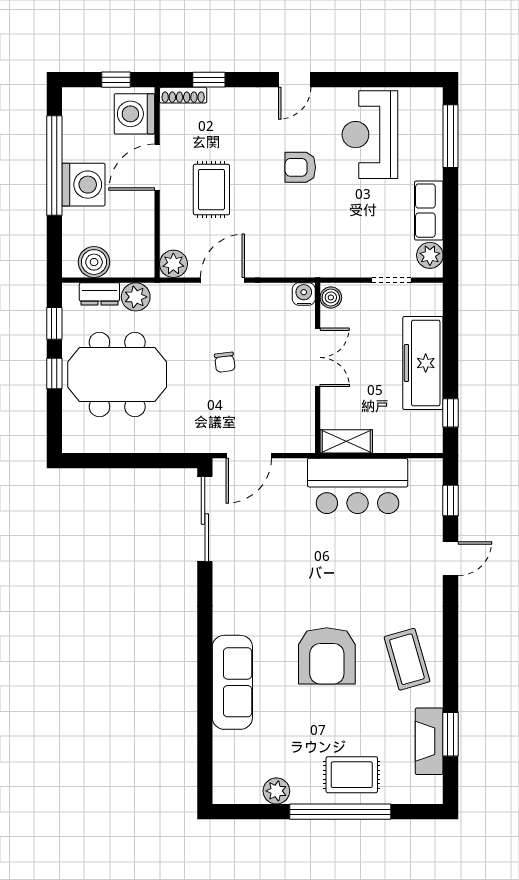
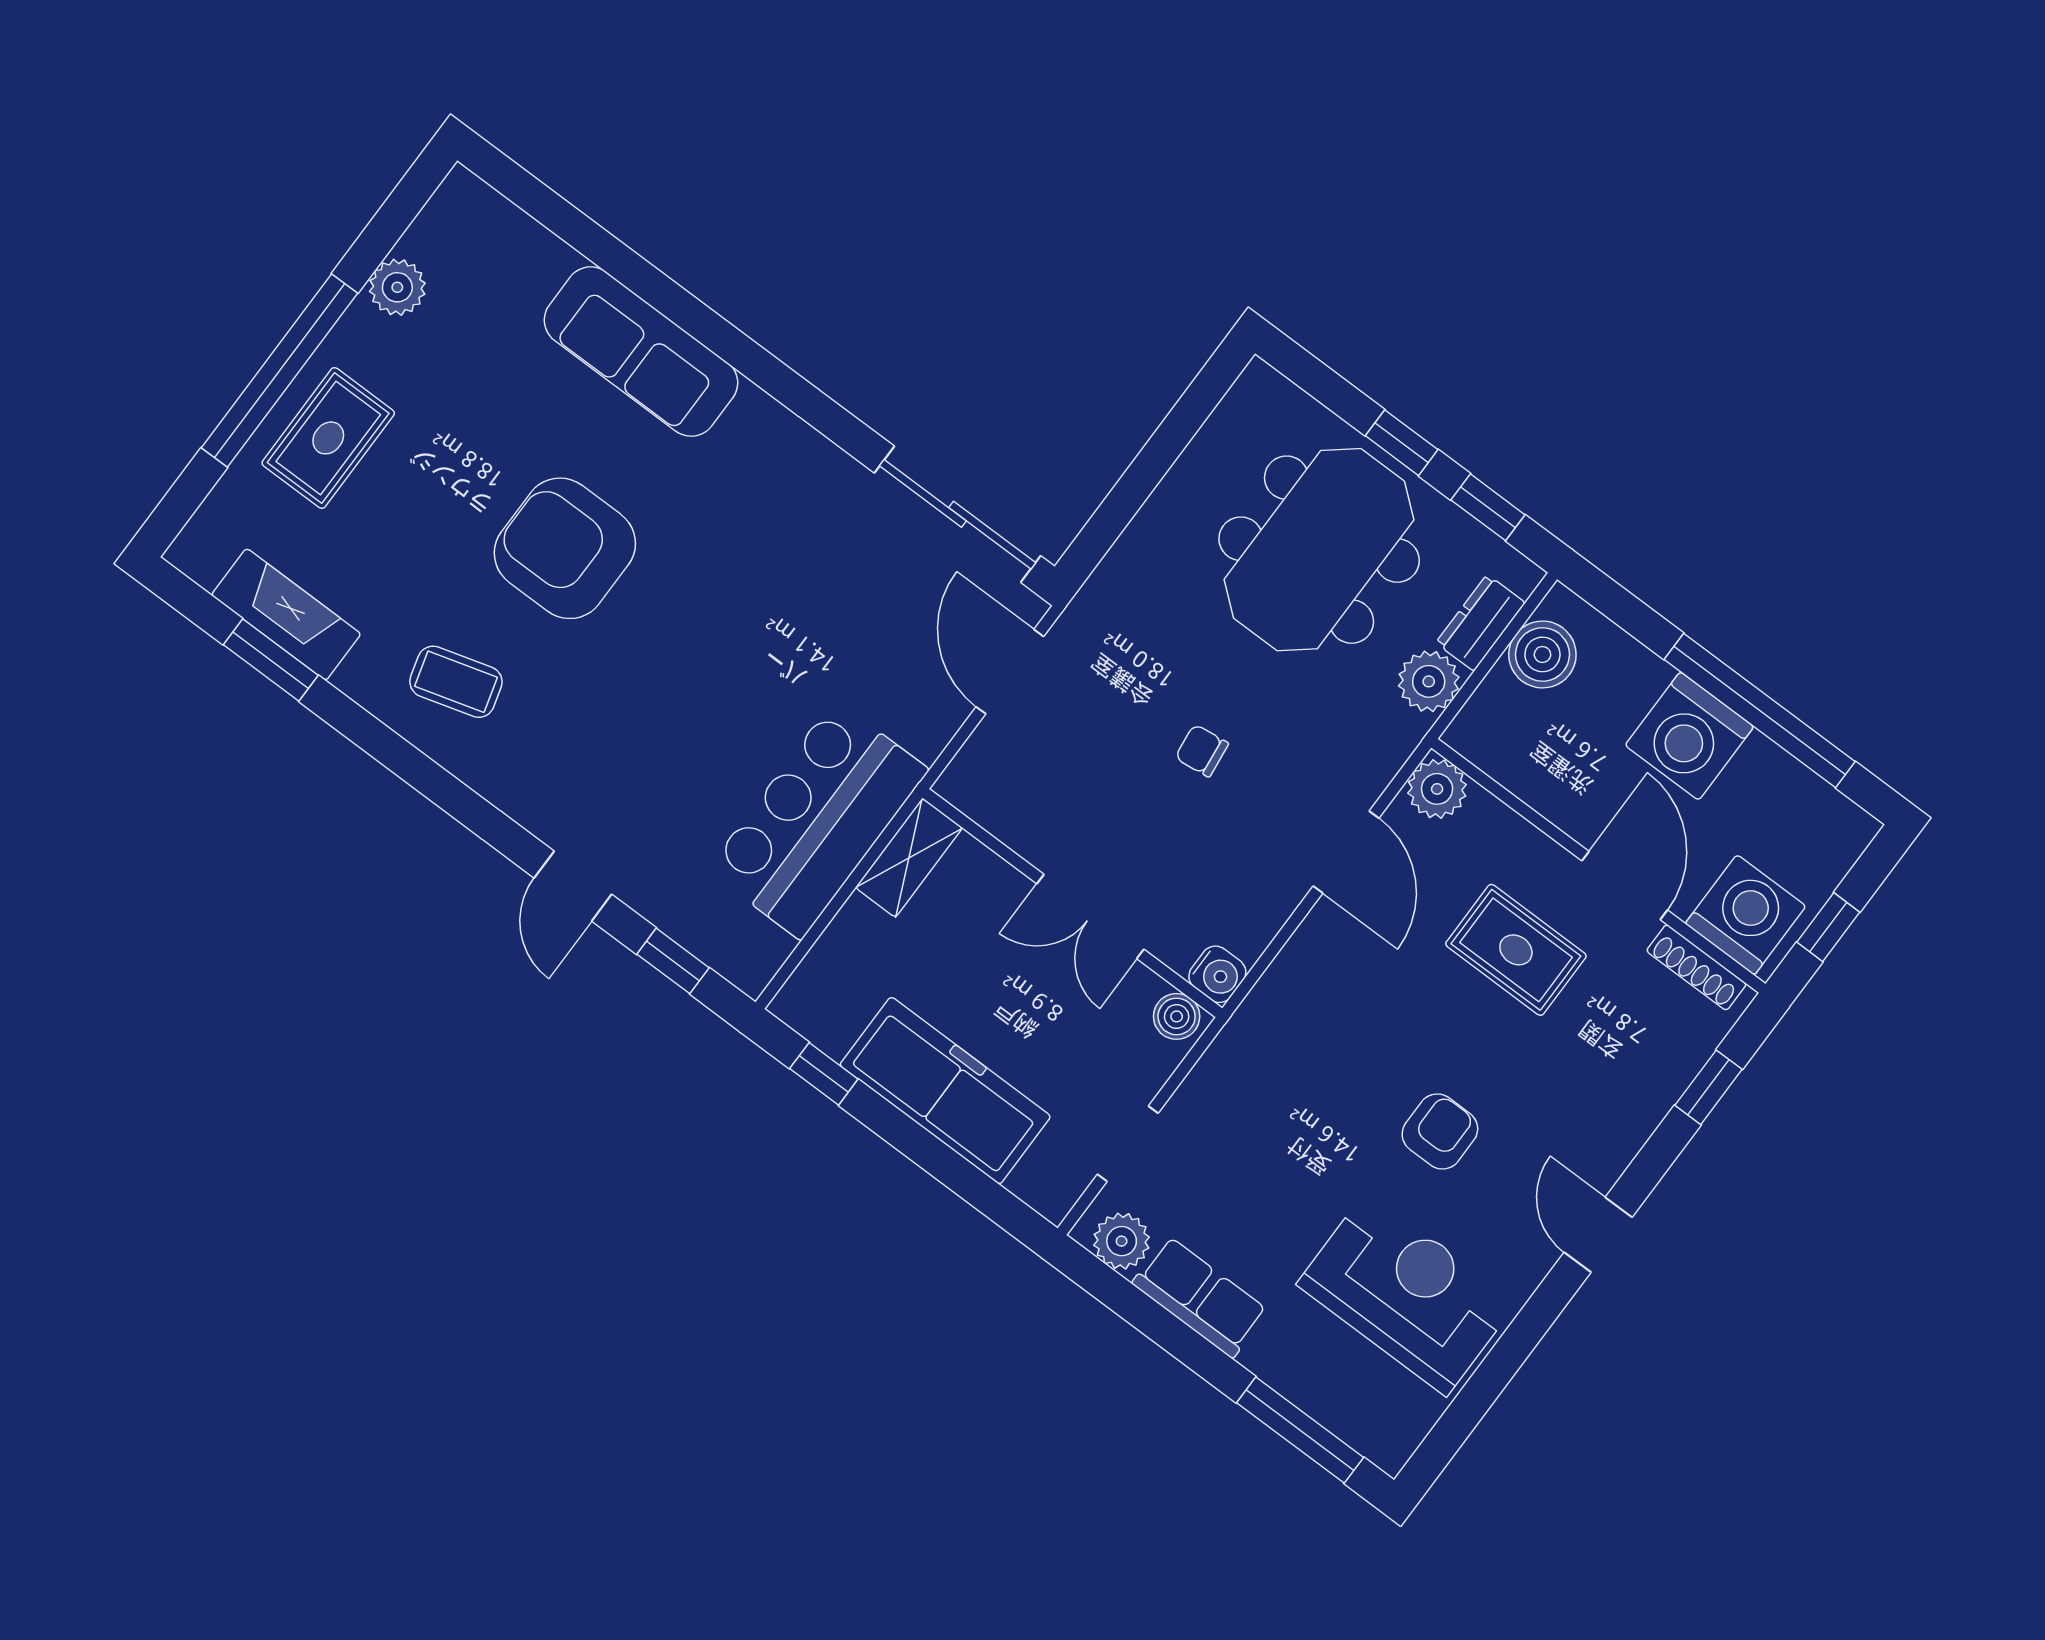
shoe rack: (183, 95) -> (1696, 967), moved, turned -90
coffee table: (407, 659) -> (456, 682), width x0.73, depth x0.77

